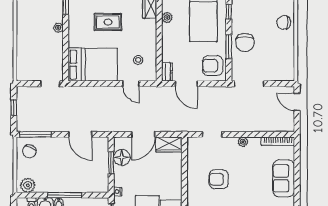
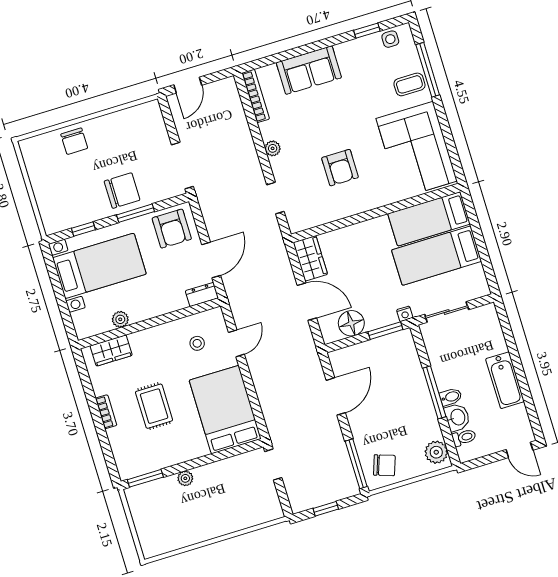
window: (111, 163) -> (385, 331), moved

